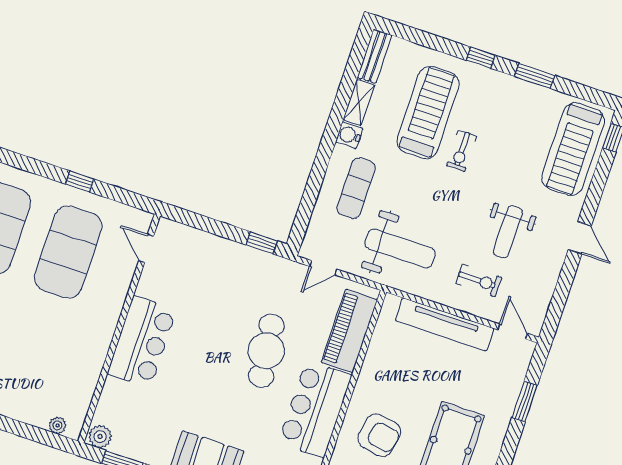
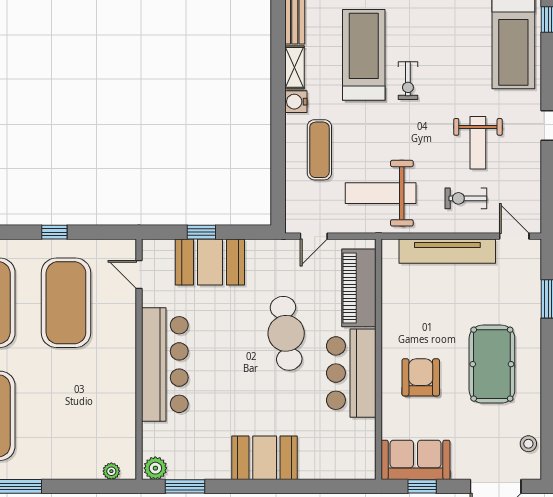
window: (262, 243) -> (201, 232), moved
weight bench: (400, 249) -> (381, 193), turned 180
booth: (217, 259) -> (210, 262), added
exercise bike: (479, 280) -> (466, 198), turned 180
bar counter: (142, 342) -> (165, 365), width x1.36
armchair: (379, 435) -> (421, 377), turned -100

